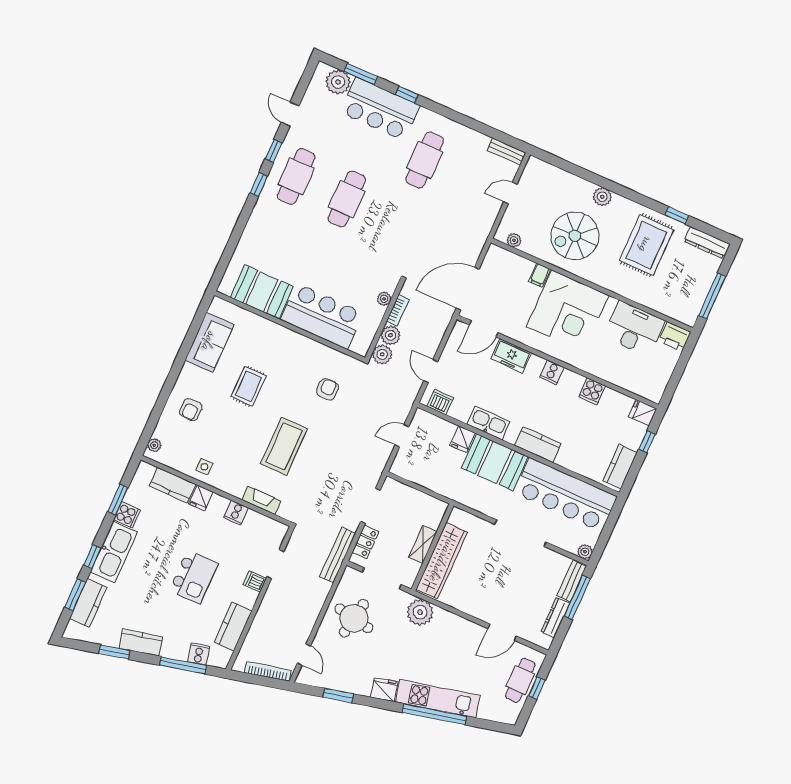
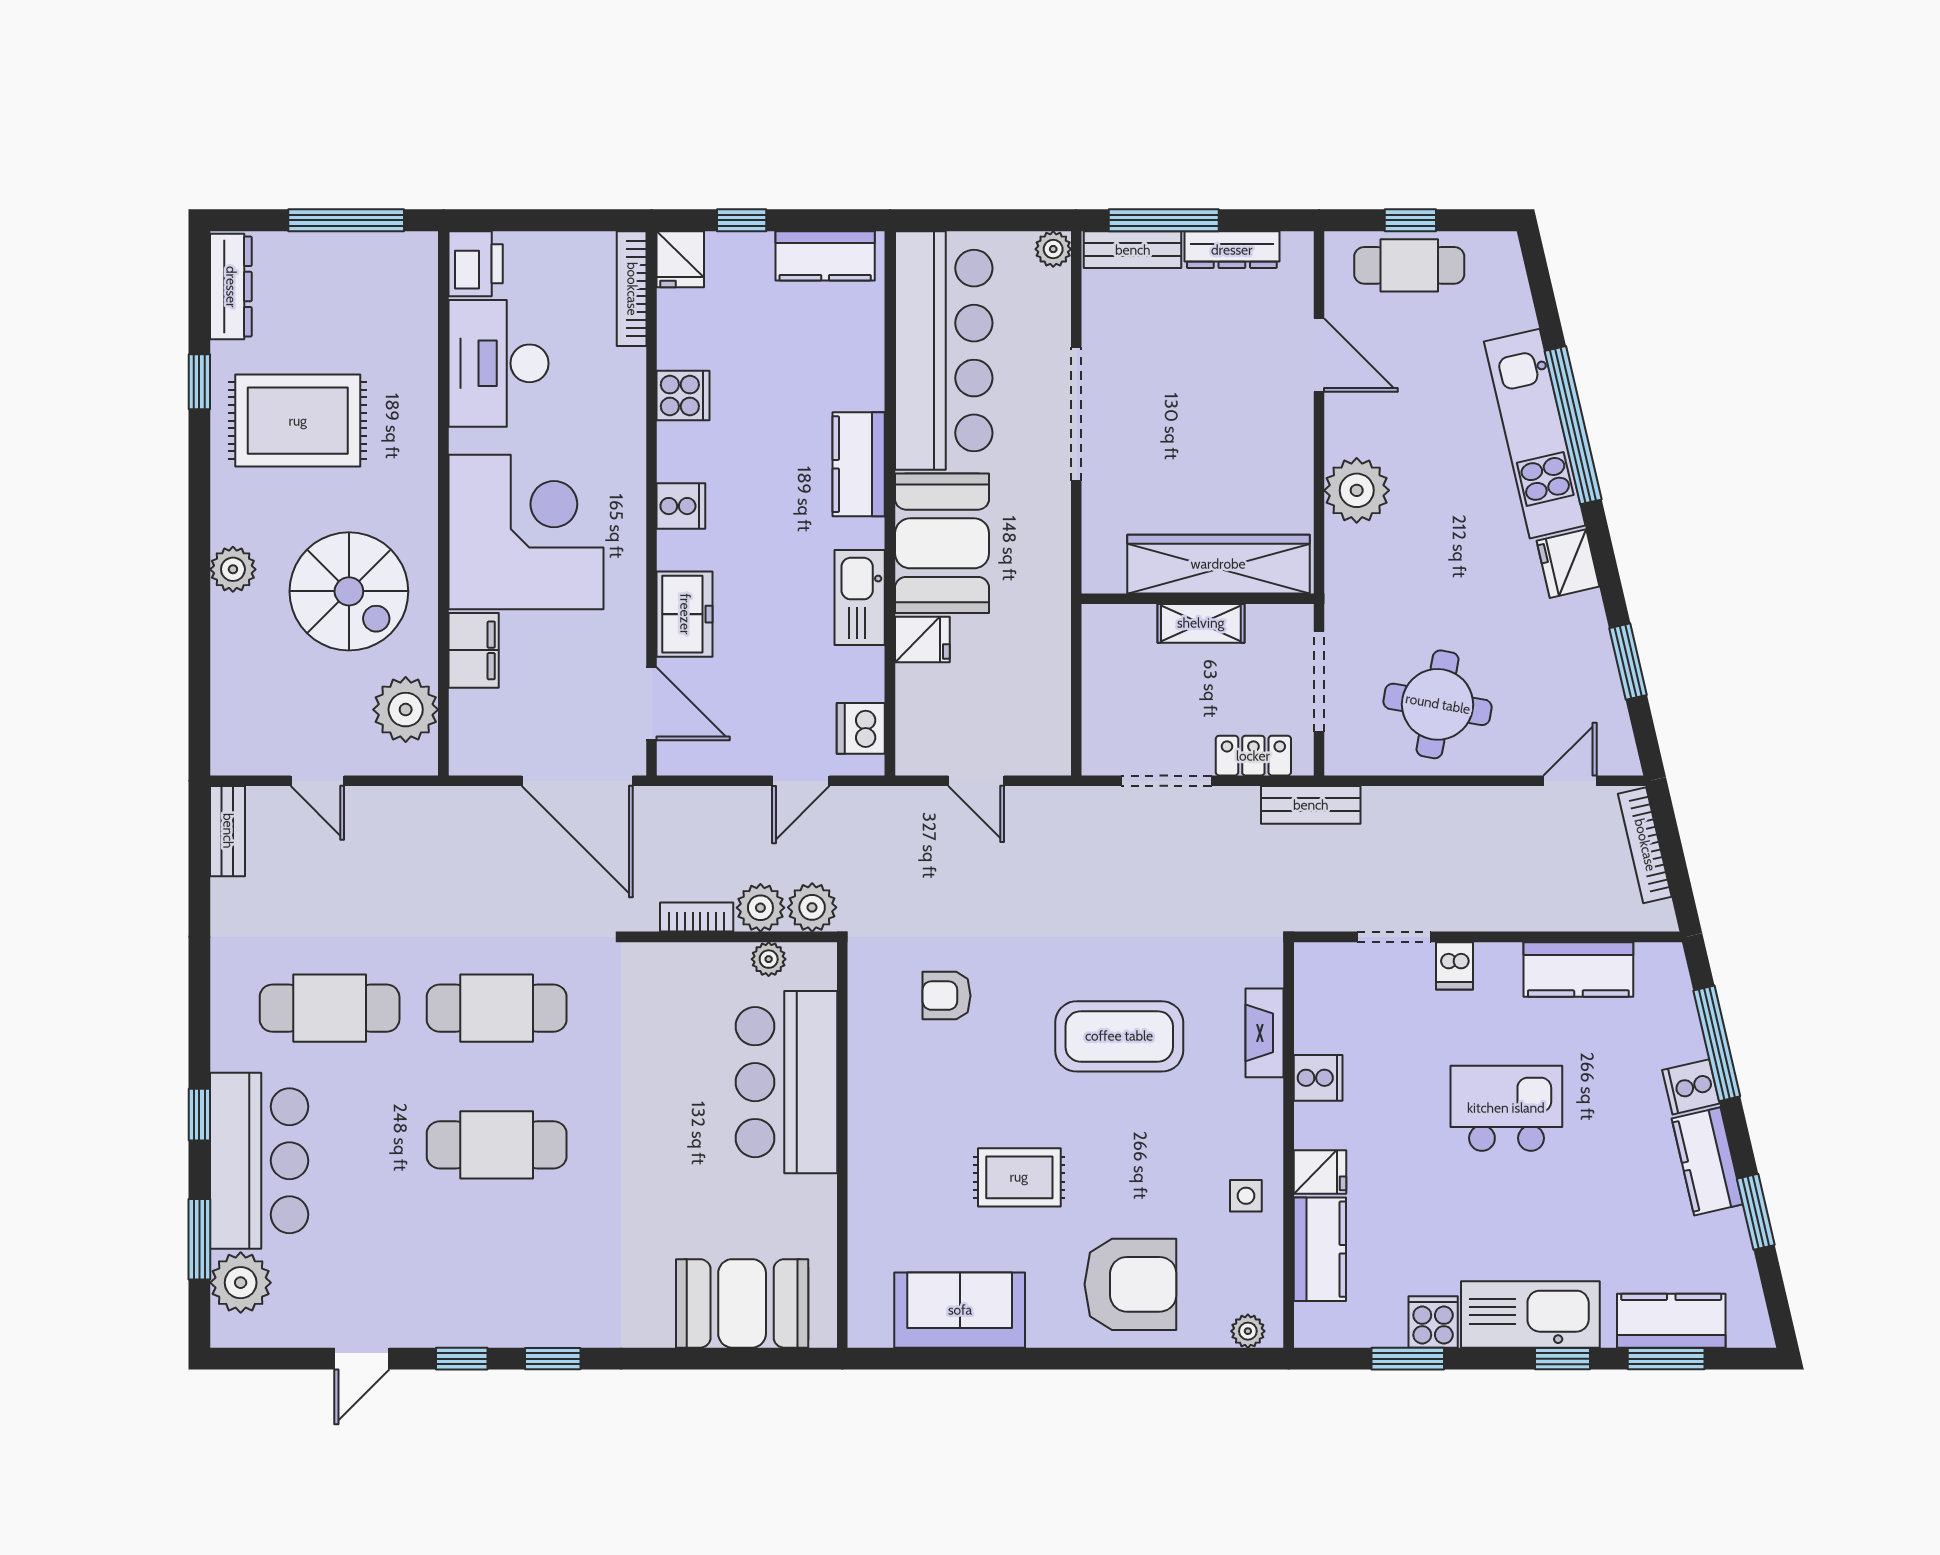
cafe table: (296, 176) -> (497, 1008), moved
plant: (514, 240) -> (406, 710), width x1.88, depth x1.88
filing cabinet: (540, 275) -> (474, 650), width x2.00
booth: (262, 292) -> (742, 1303), moved, turned 90
plant: (384, 299) -> (769, 959), moved
bookcase: (640, 390) -> (632, 289), added
armchair: (191, 410) -> (1130, 1284), width x1.88, depth x1.88
bench: (338, 555) -> (1311, 805), width x0.73
plant: (420, 612) -> (1357, 490), moved
cooker: (199, 654) -> (1691, 1087), moved

